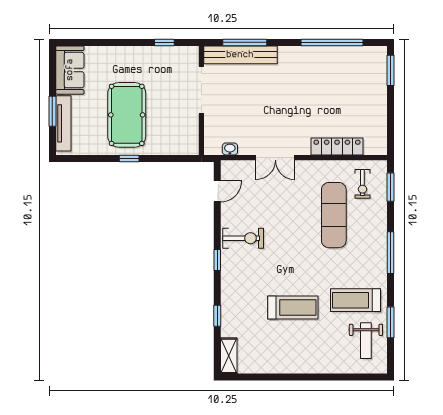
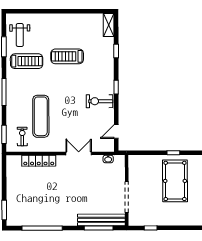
weight bench: (366, 341) -> (20, 35), turned 180

